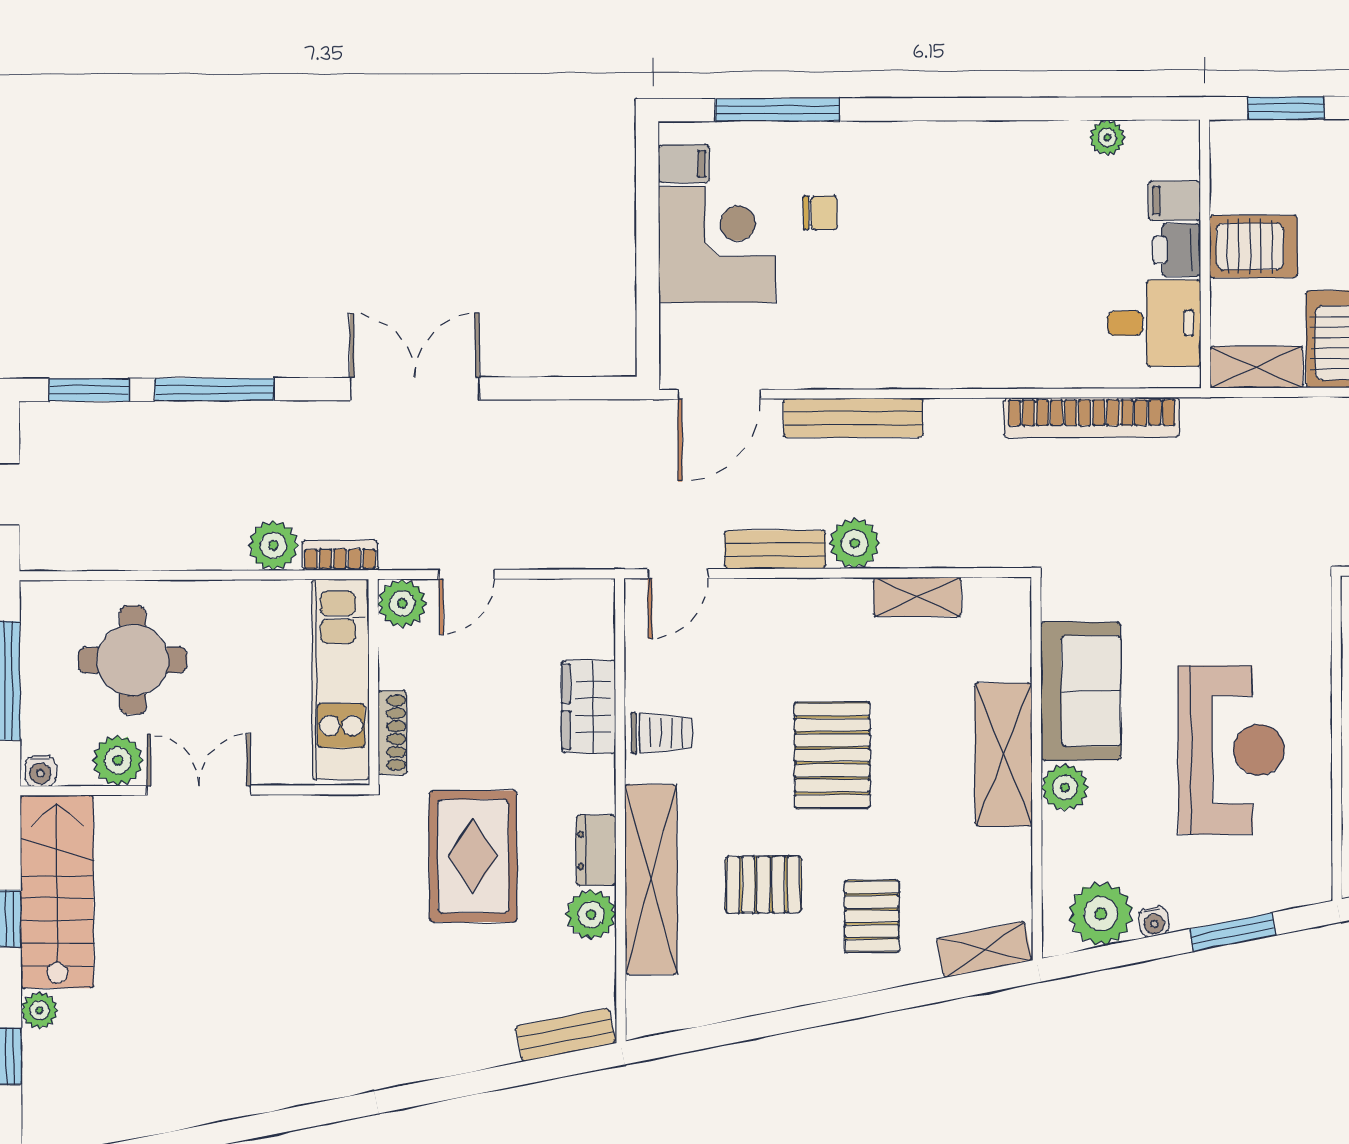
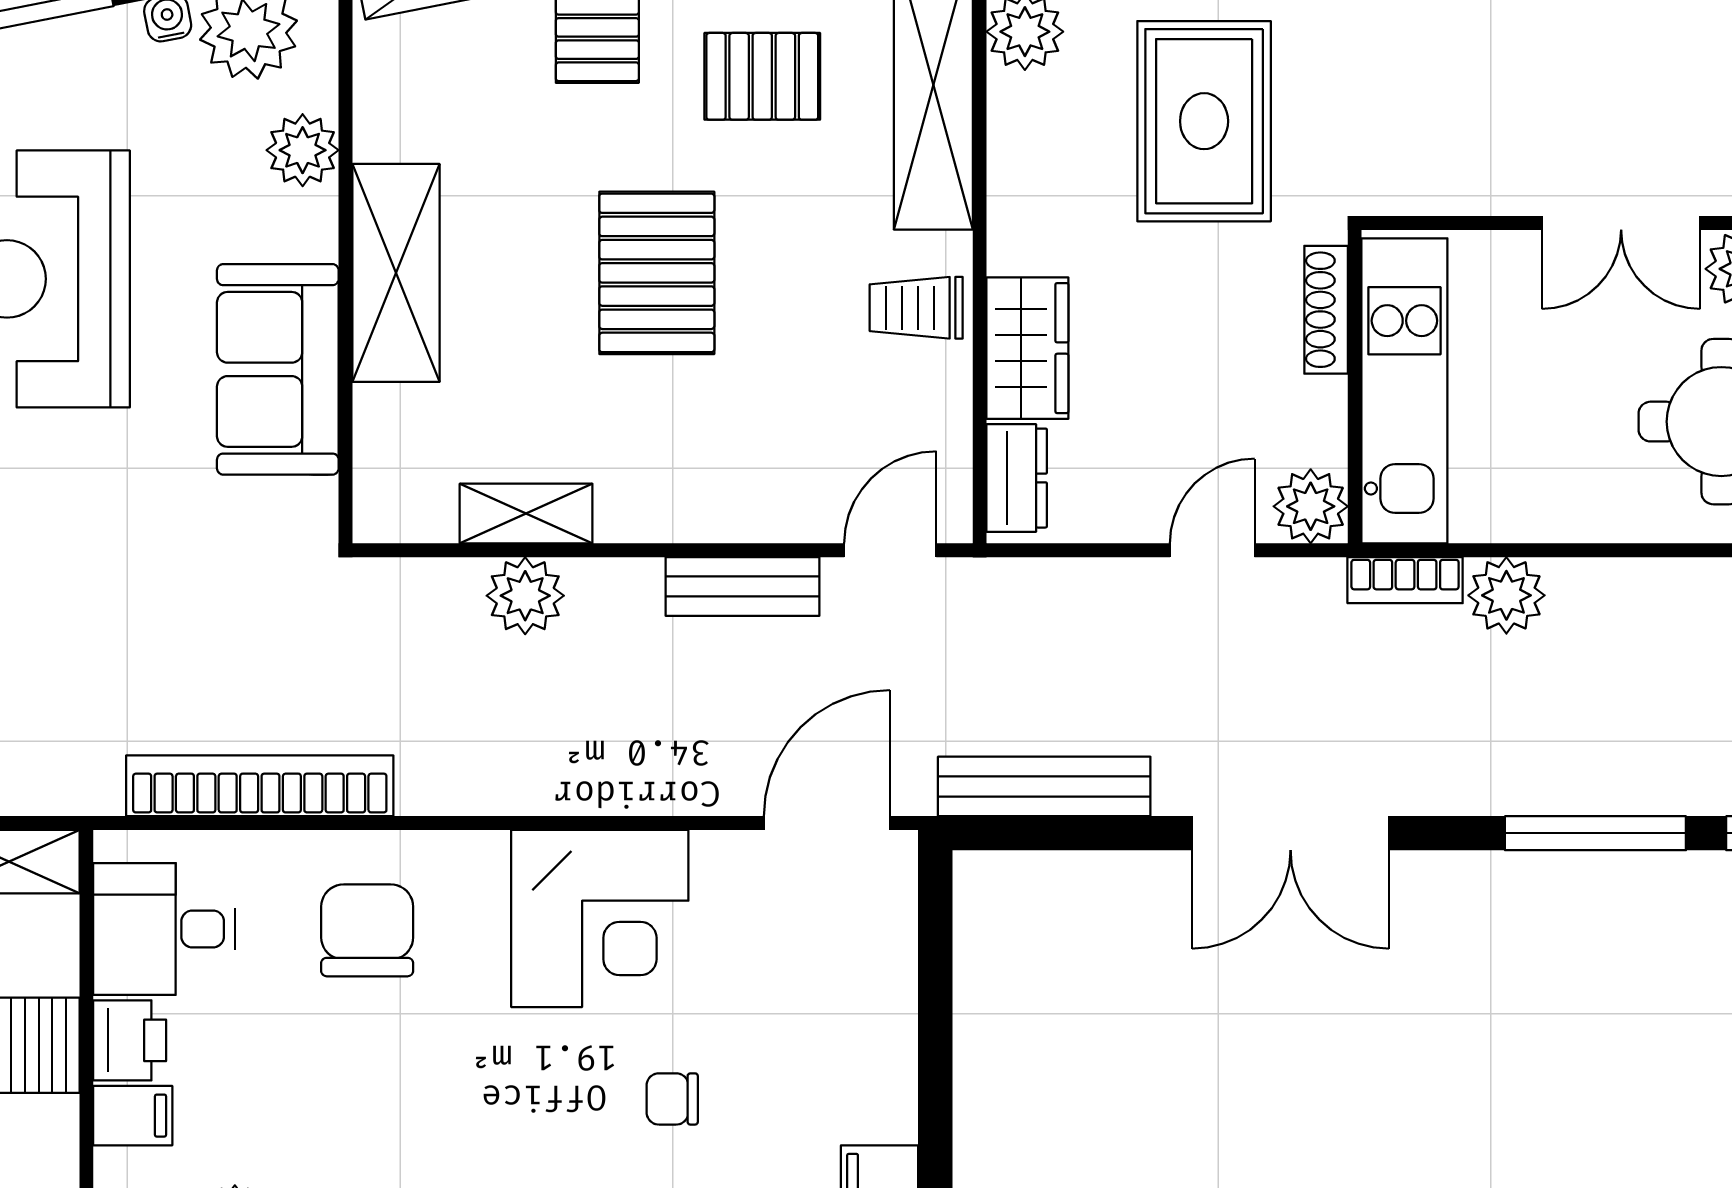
corner desk: (717, 244) -> (600, 918), moved, turned -90
chair: (1021, 323) -> (367, 930), added
bench: (853, 418) -> (1044, 786), moved
plant: (855, 543) -> (525, 596), moved
plant: (1065, 787) -> (303, 150), moved
dresser: (596, 850) -> (1017, 478), moved

